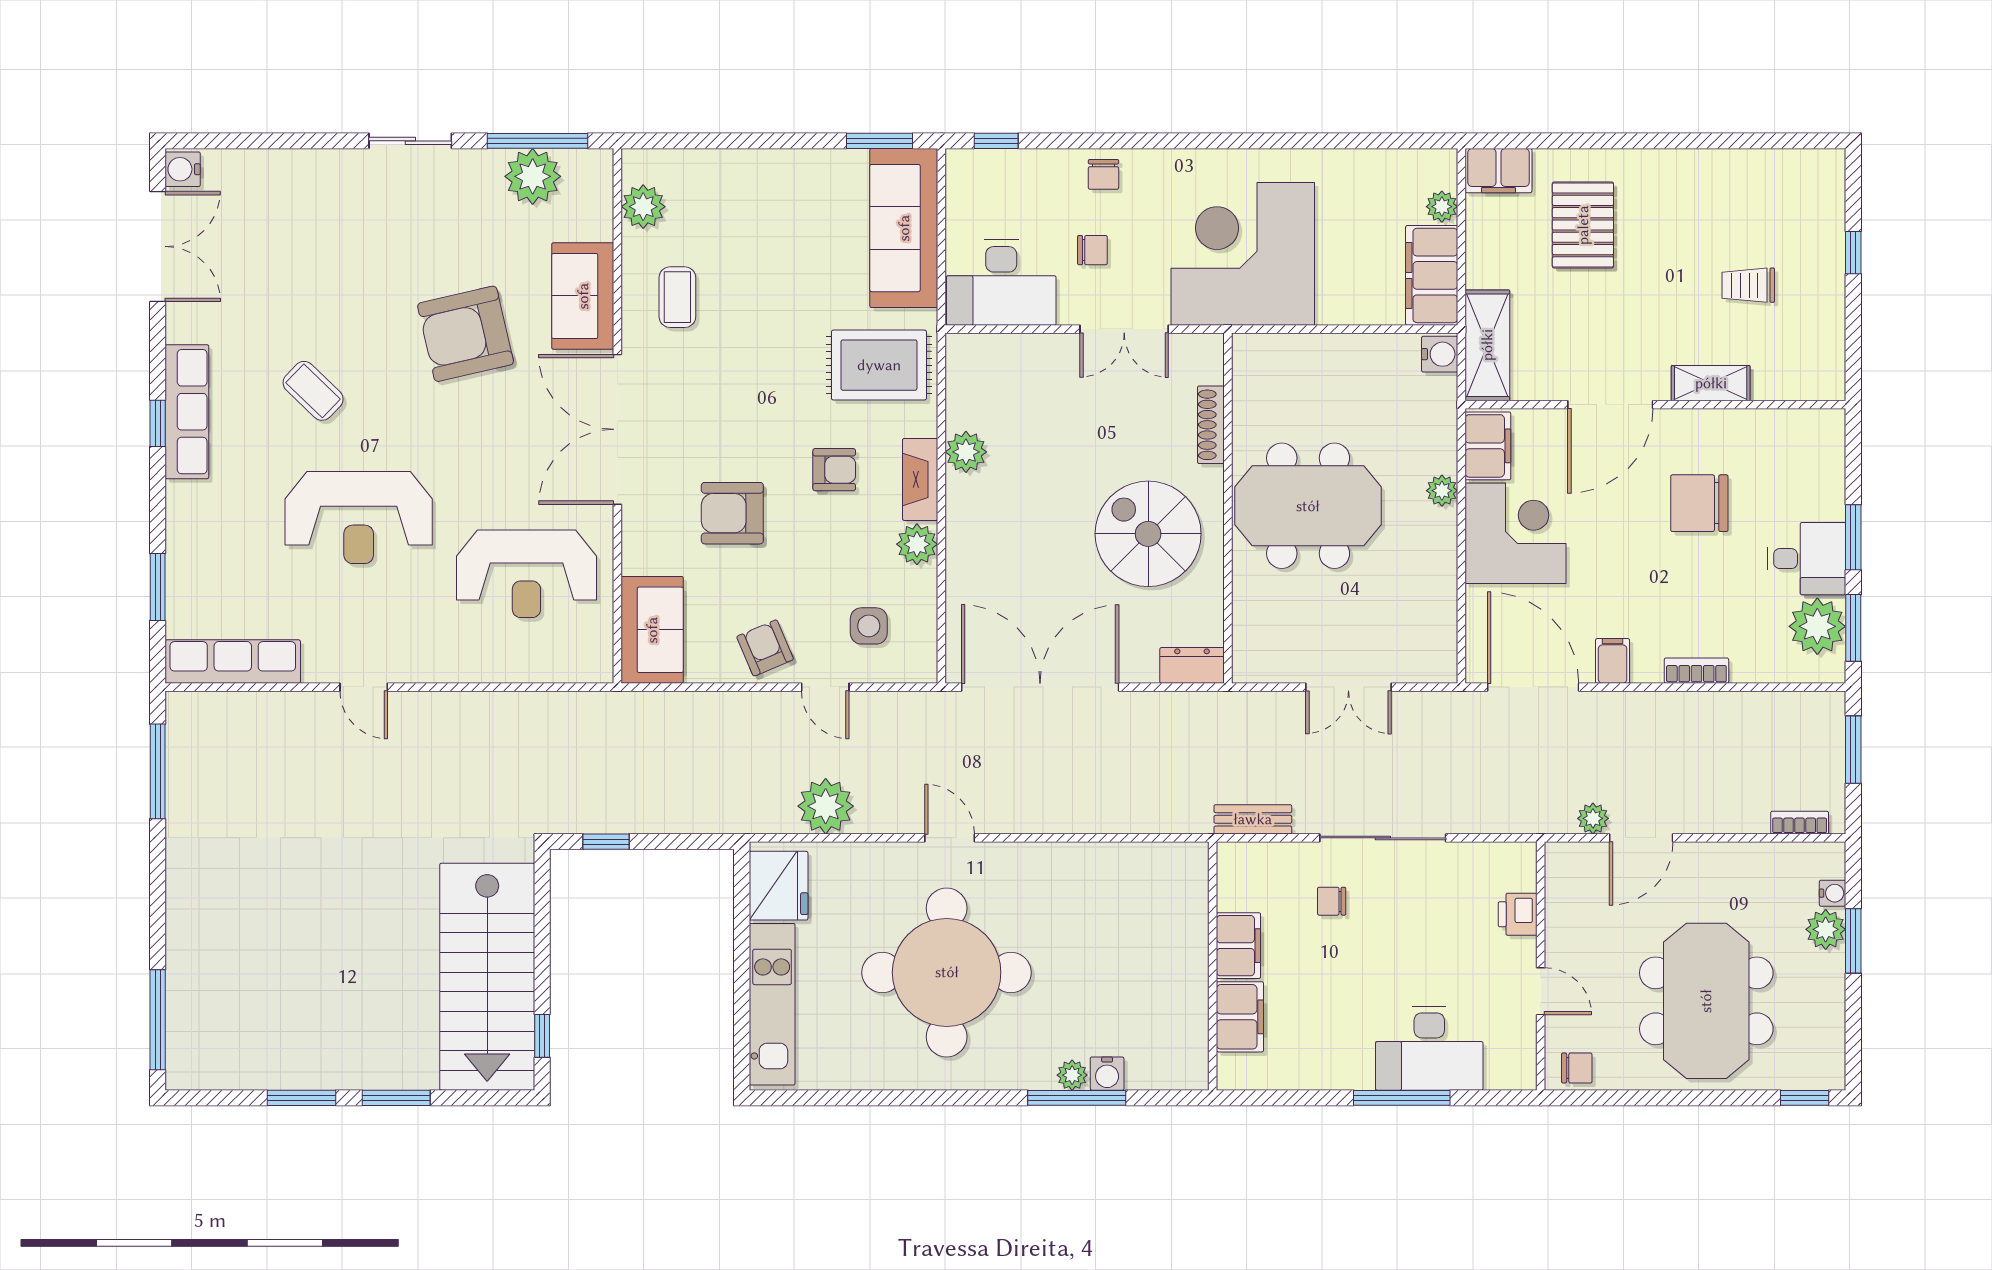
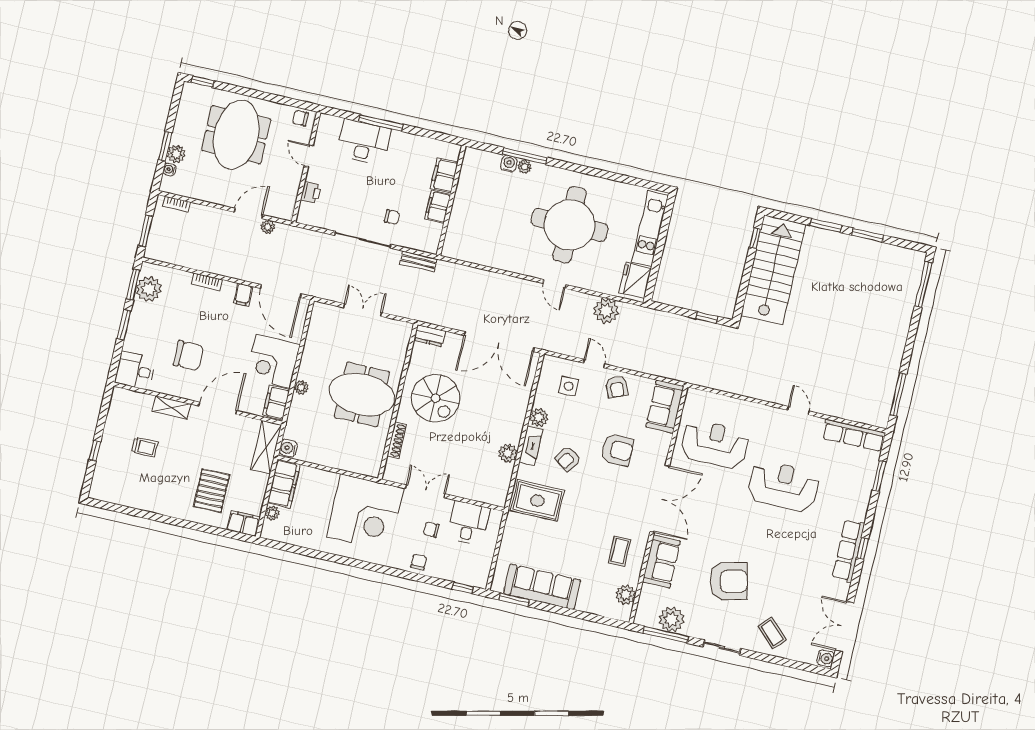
sofa: (904, 228) -> (542, 587), moved, turned -90
desk: (1001, 282) -> (468, 523), width x0.73
armchair: (466, 334) -> (729, 581), moved
coffee table: (313, 391) -> (772, 633), moved
armchair: (834, 470) -> (568, 459), turned -55
desk: (1807, 559) -> (135, 371), moved

